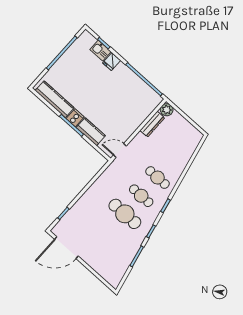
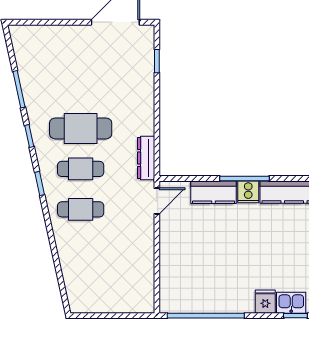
plant: (167, 110) -> (144, 303), removed
dresser: (152, 124) -> (146, 158), moved

